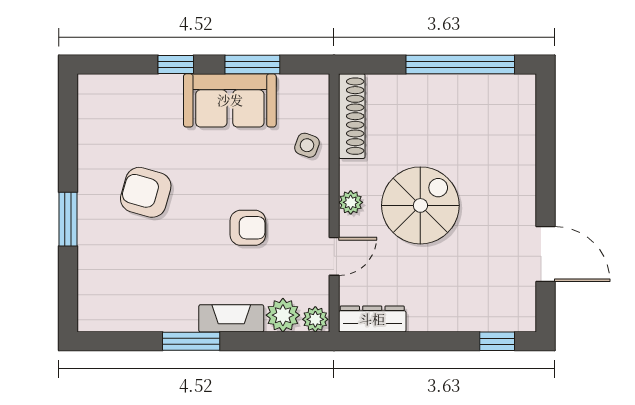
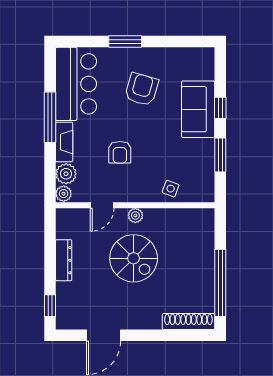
sofa: (230, 100) -> (198, 109), moved
shoe rack: (352, 116) -> (188, 322), moved, turned 180
door: (334, 256) -> (102, 205), hinge flipped
bar counter: (137, 299) -> (76, 84), added
dresser: (372, 319) -> (64, 260), moved
window: (191, 341) -> (50, 117), width x1.44

